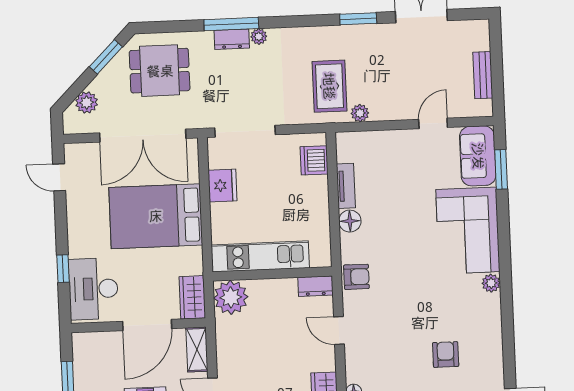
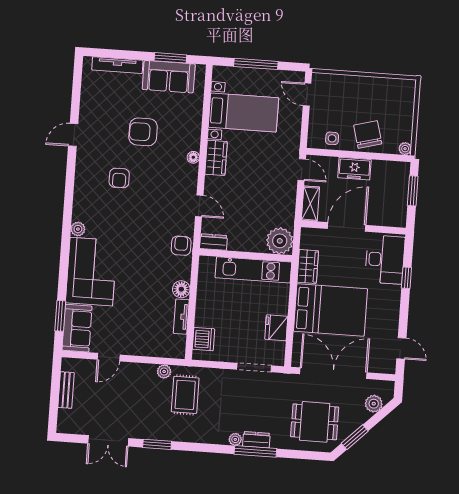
doorway: (245, 131) -> (254, 368), width x0.73
armchair: (356, 277) -> (181, 246), turned 90
wardrobe: (192, 297) -> (308, 266), moved

